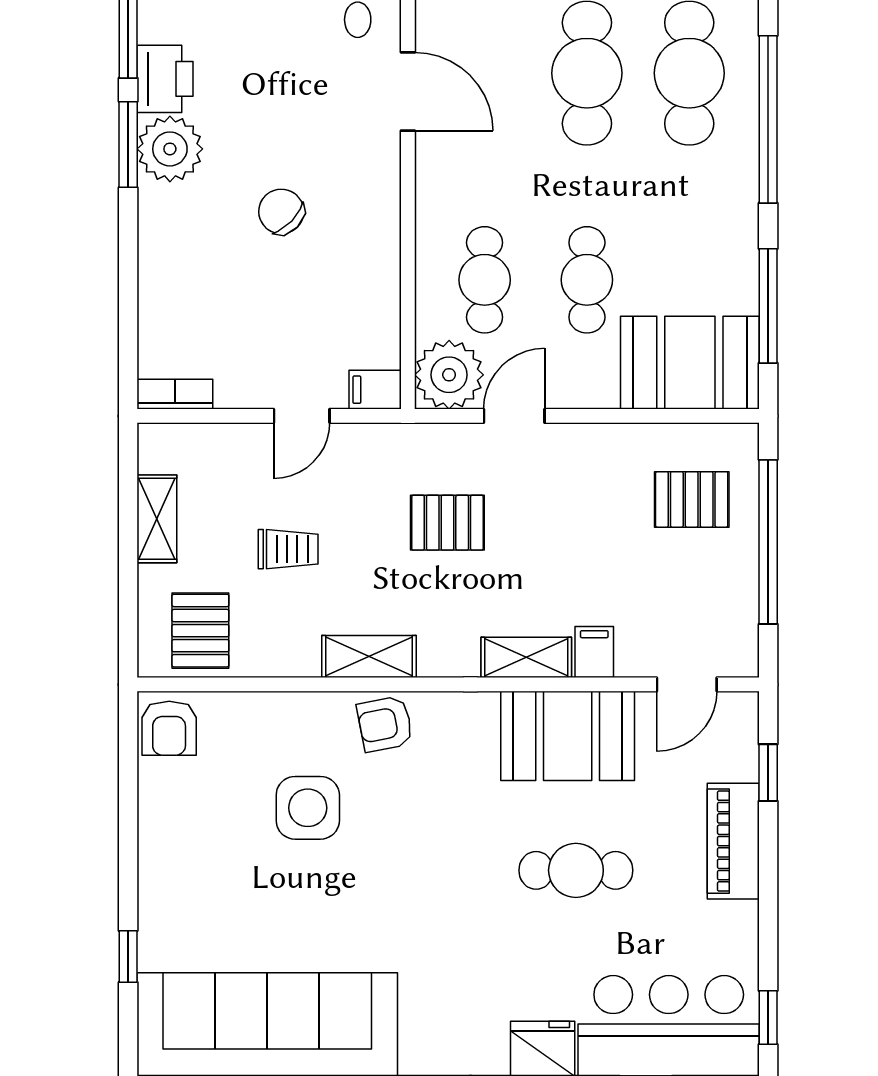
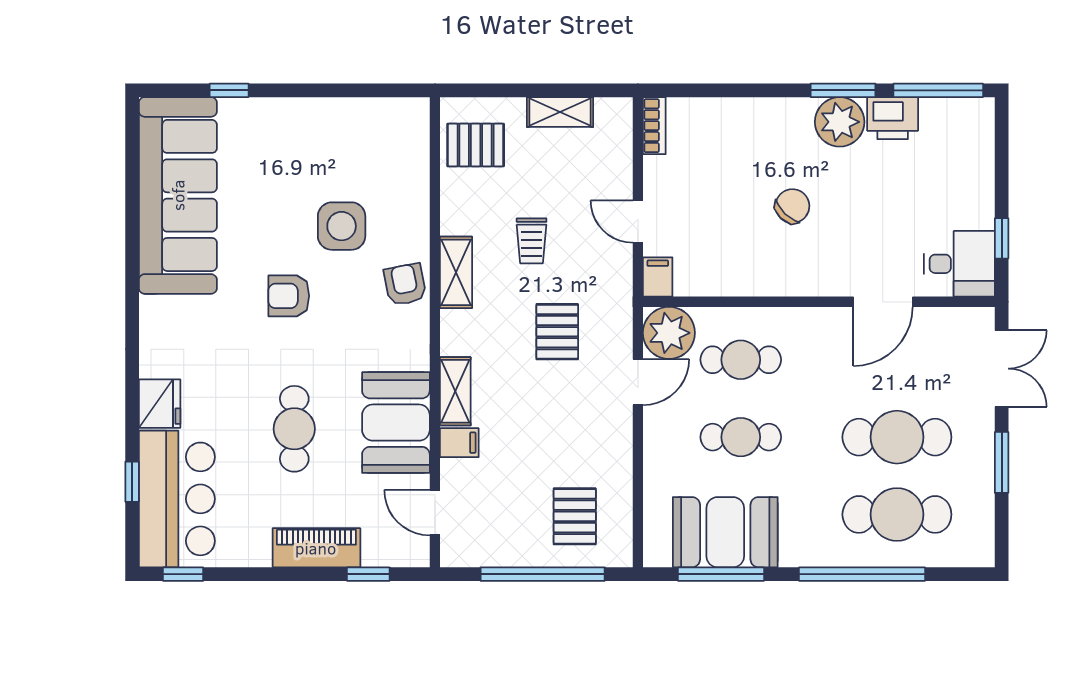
booth: (690, 363) -> (725, 532), moved, turned 90
door: (514, 416) -> (638, 382), hinge flipped
trolley: (288, 549) -> (532, 241), moved
armchair: (169, 728) -> (289, 296), moved

